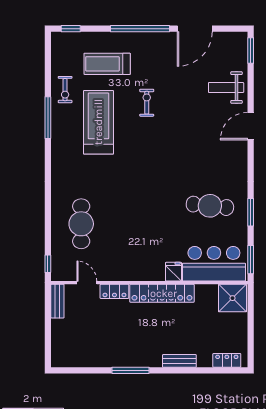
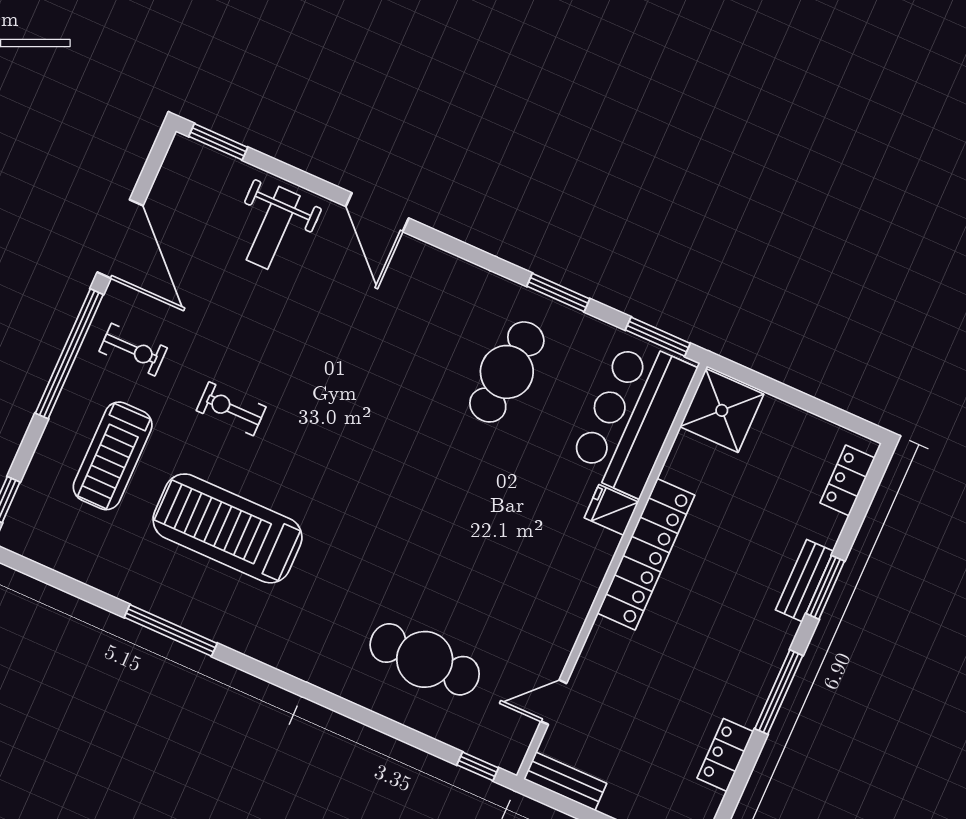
exercise bike: (65, 90) -> (133, 350), moved
locker: (114, 291) -> (725, 755), moved, turned 180
window: (180, 370) -> (825, 587), added

